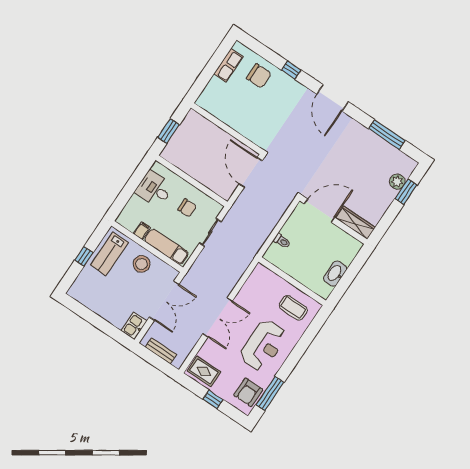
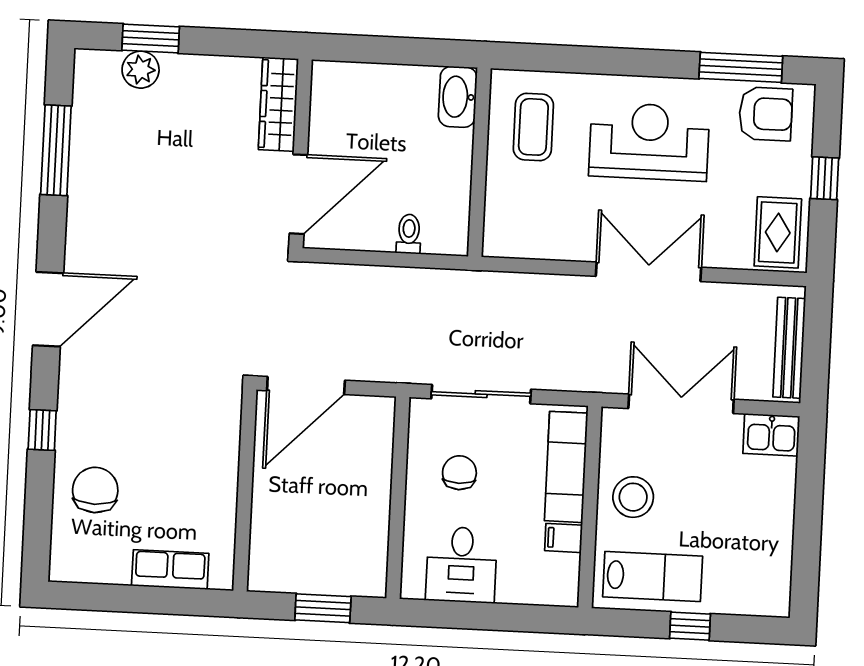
row of seats: (228, 65) -> (170, 570), moved
door: (320, 211) -> (298, 194), swing flipped
sliding door: (210, 232) -> (481, 394), width x1.37
washbasin: (335, 274) -> (458, 97), moved, turned 90
bench: (161, 351) -> (789, 348), width x1.36

